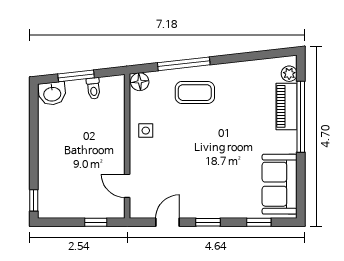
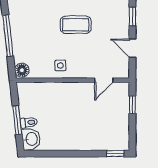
toilet: (93, 88) -> (29, 123), moved
coffee table: (195, 93) -> (76, 25), moved, turned 90

